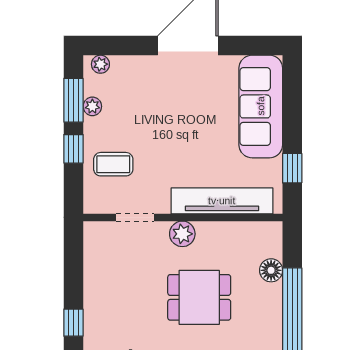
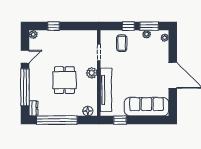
floor lamp: (271, 270) -> (88, 111), moved

